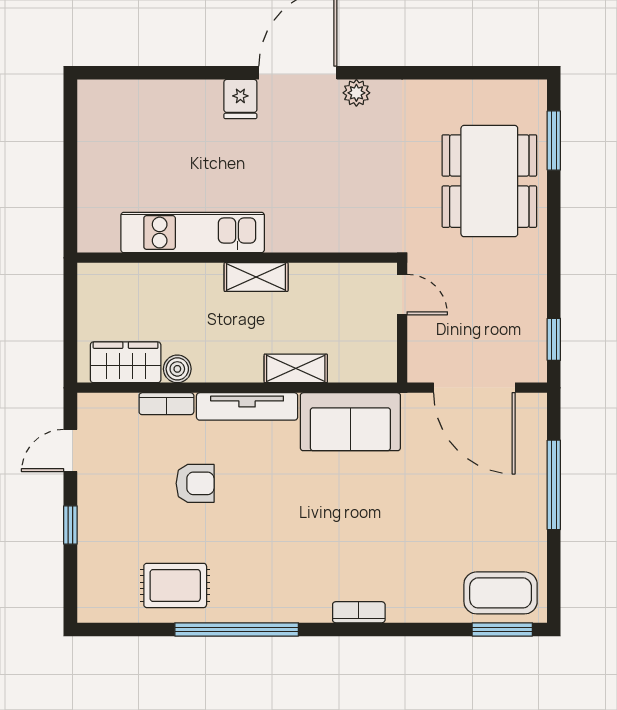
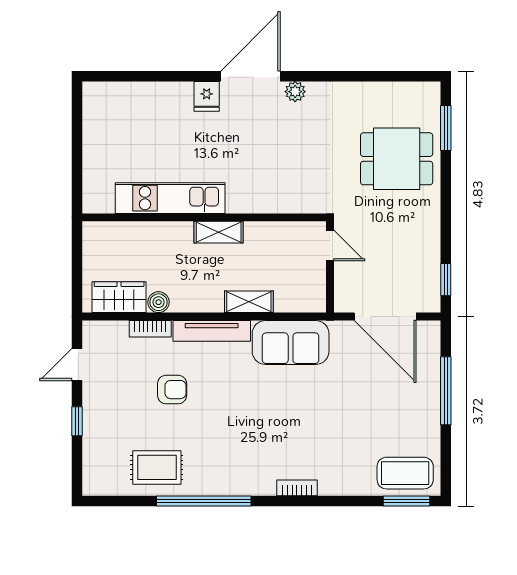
dining table: (489, 181) -> (397, 159), width x0.73

